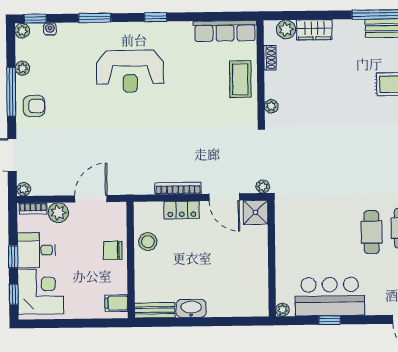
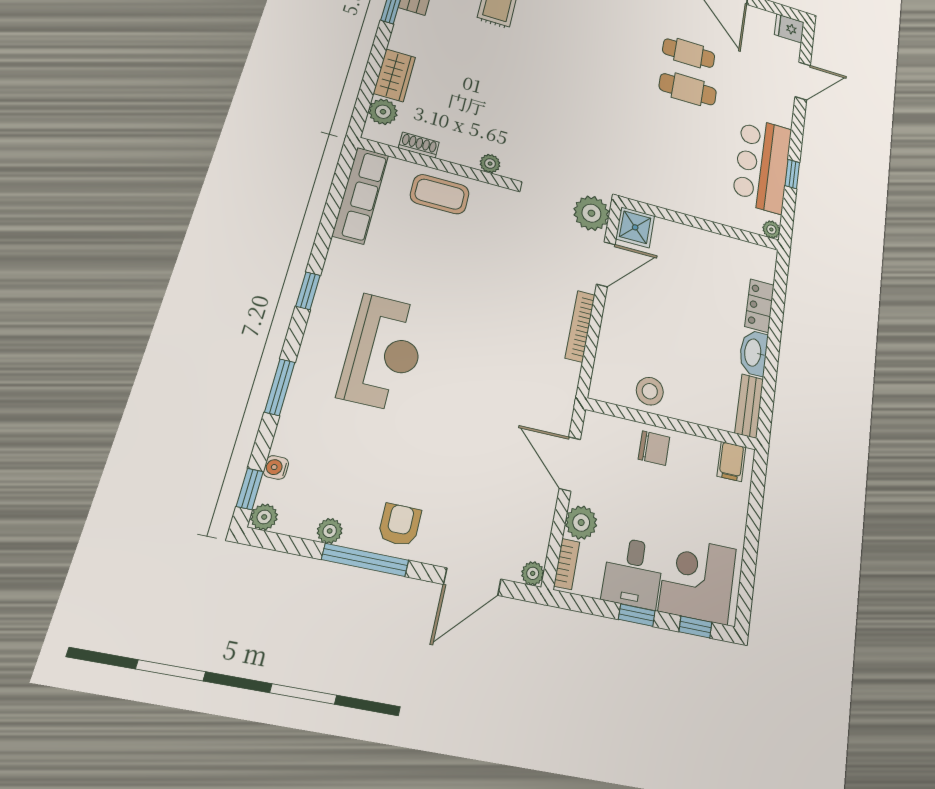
plant: (263, 186) -> (591, 213), width x1.88, depth x1.88
locker: (182, 210) -> (759, 306), moved, turned 180
chair: (113, 250) -> (654, 448), turned -90

